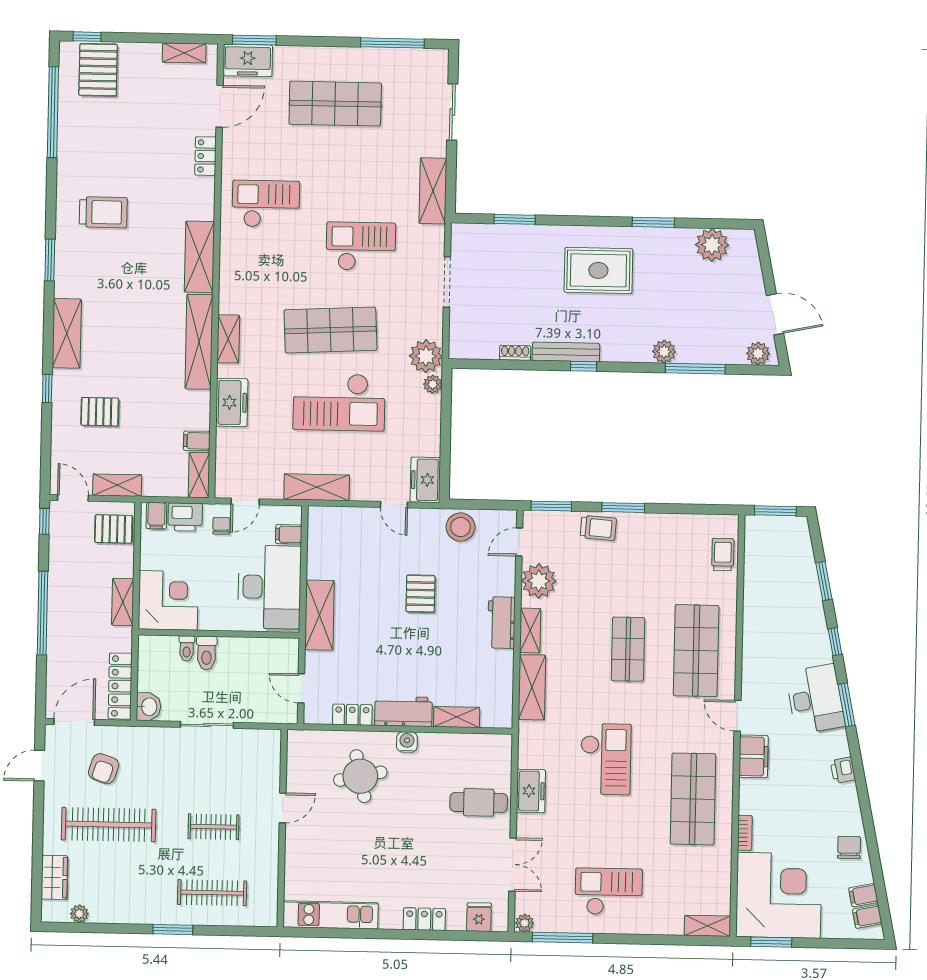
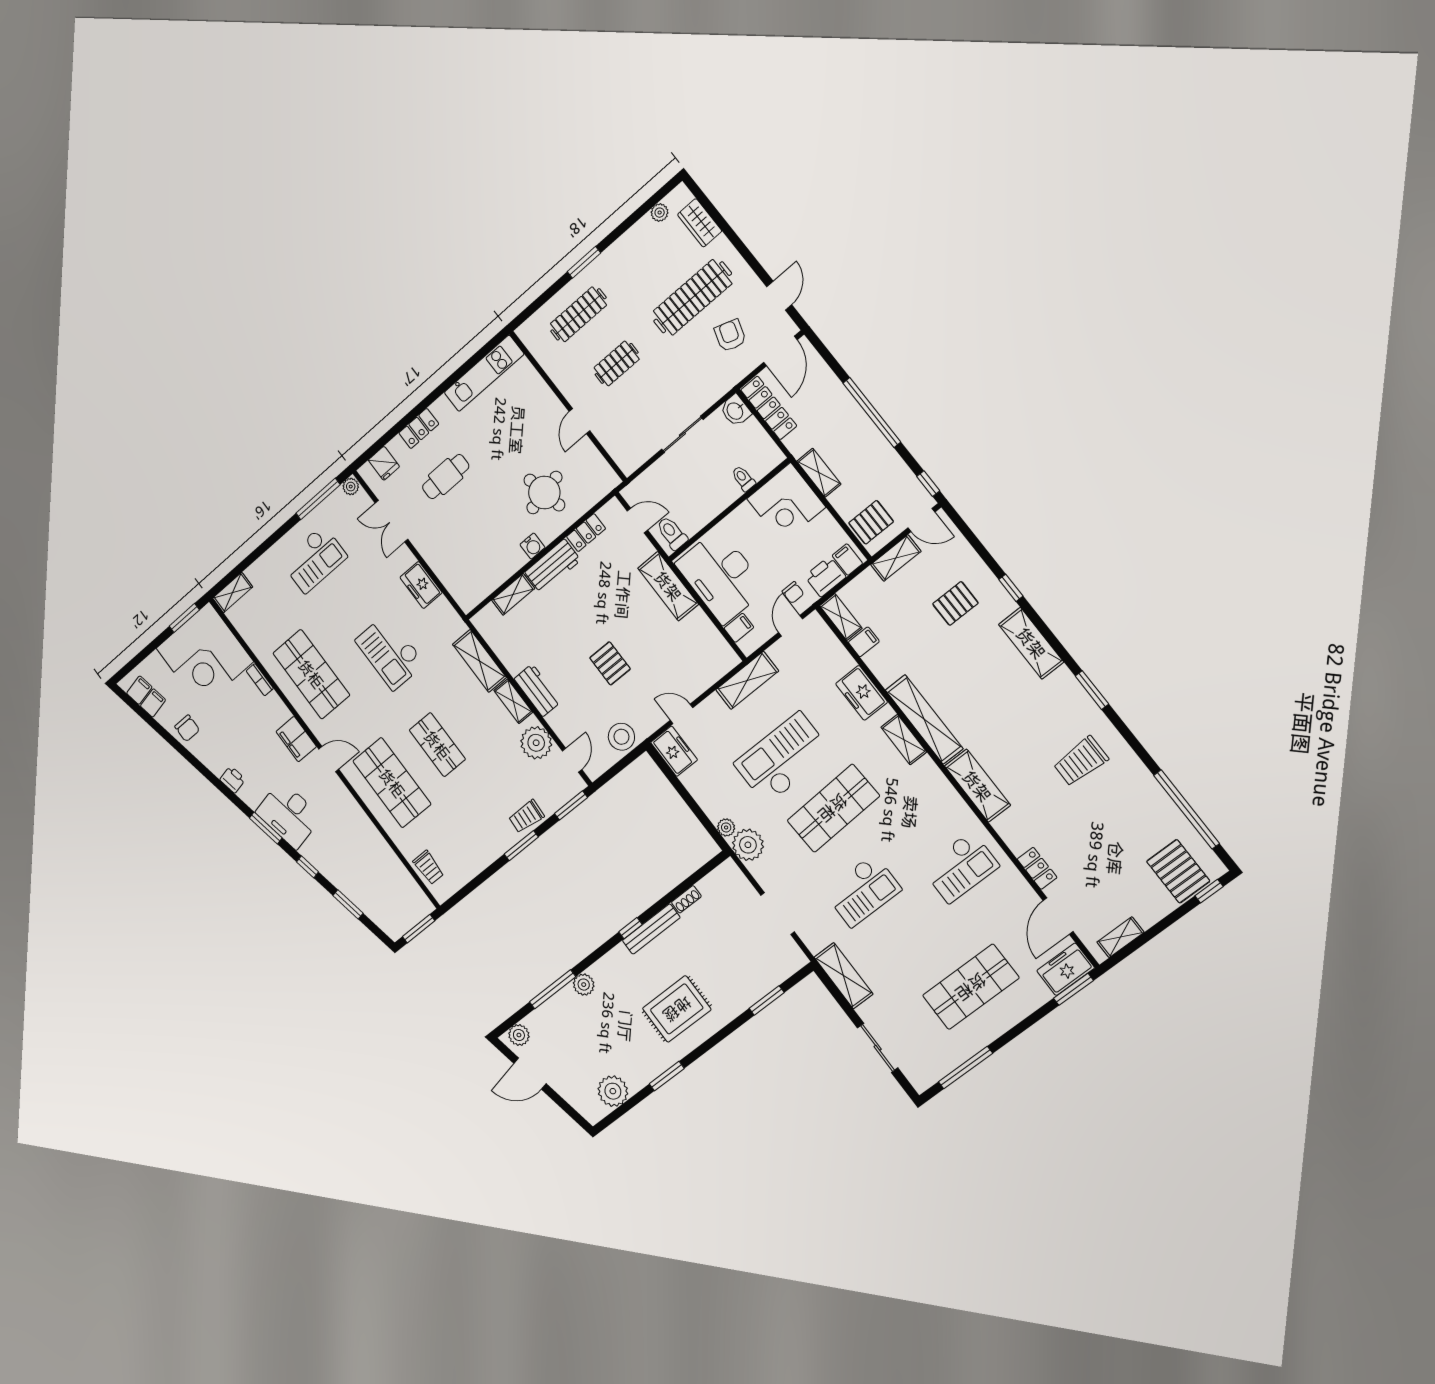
toilet: (207, 653) -> (672, 533), moved
cafe table: (479, 802) -> (446, 477), moved

